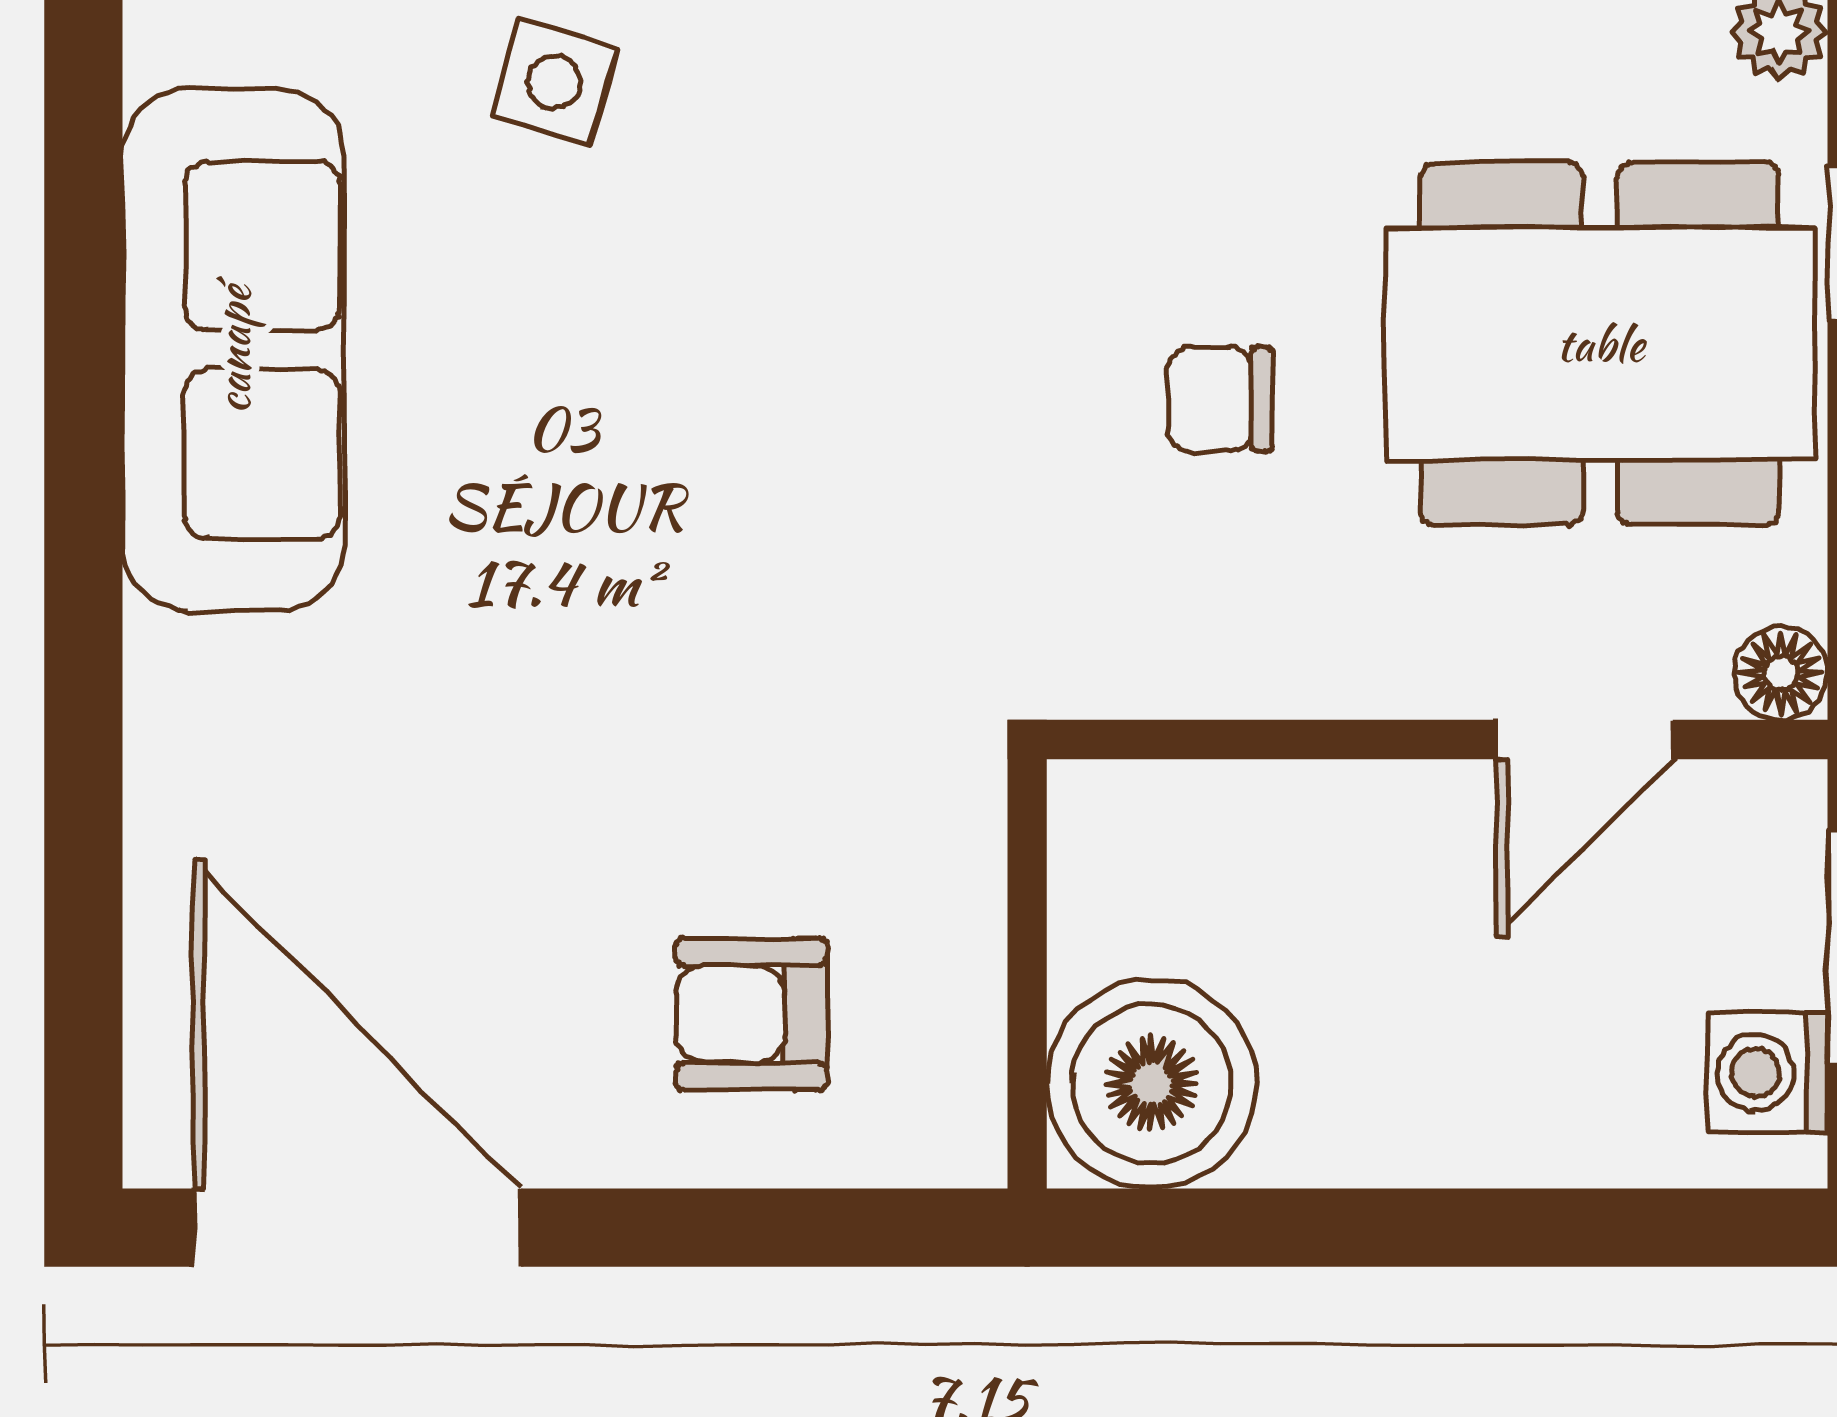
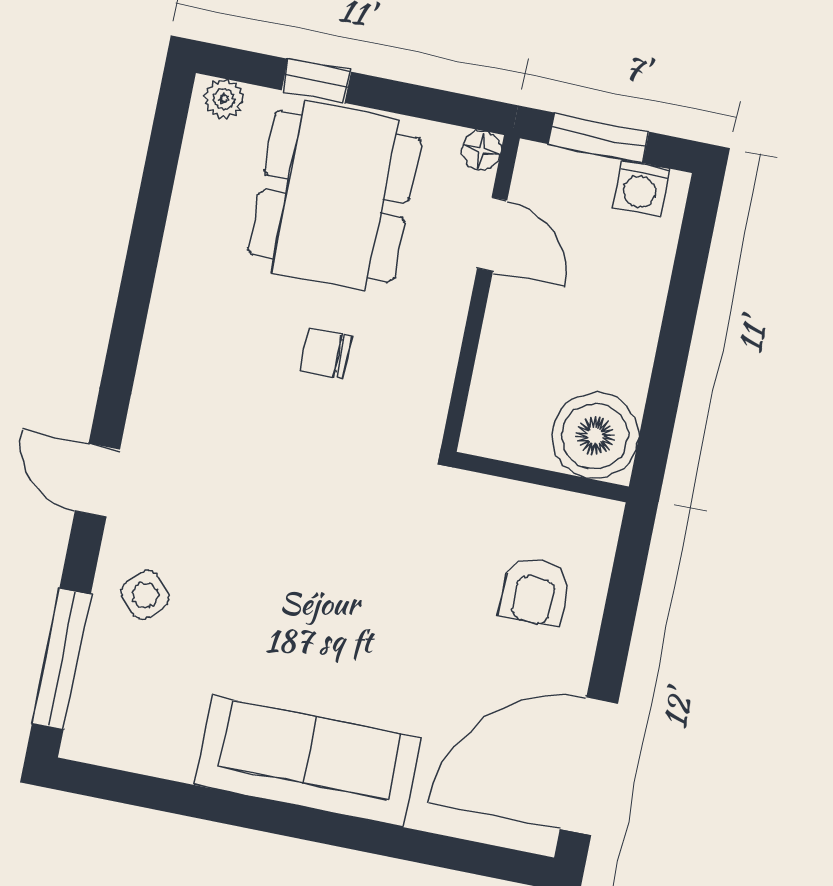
side table: (554, 82) -> (145, 595), turned 30
sofa: (233, 350) -> (308, 761), moved
chair: (1220, 399) -> (326, 353), turned 90

